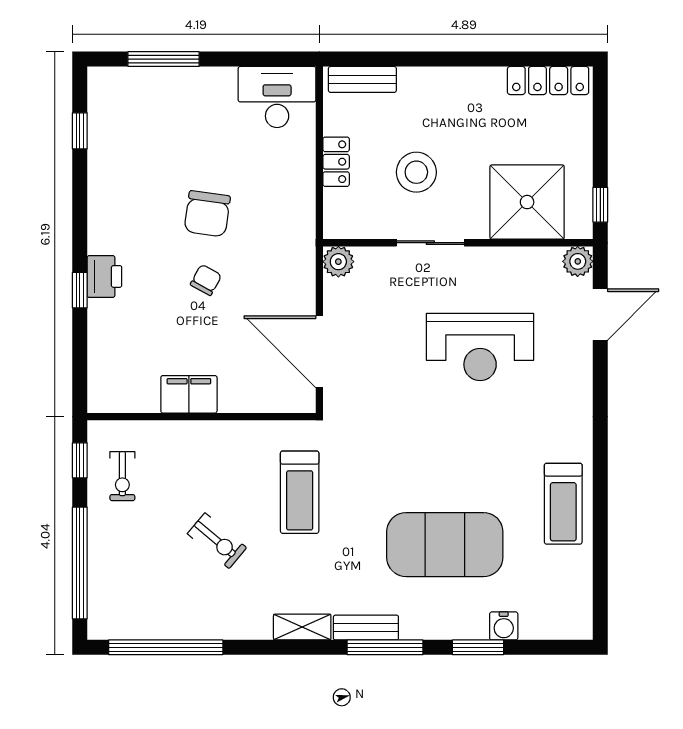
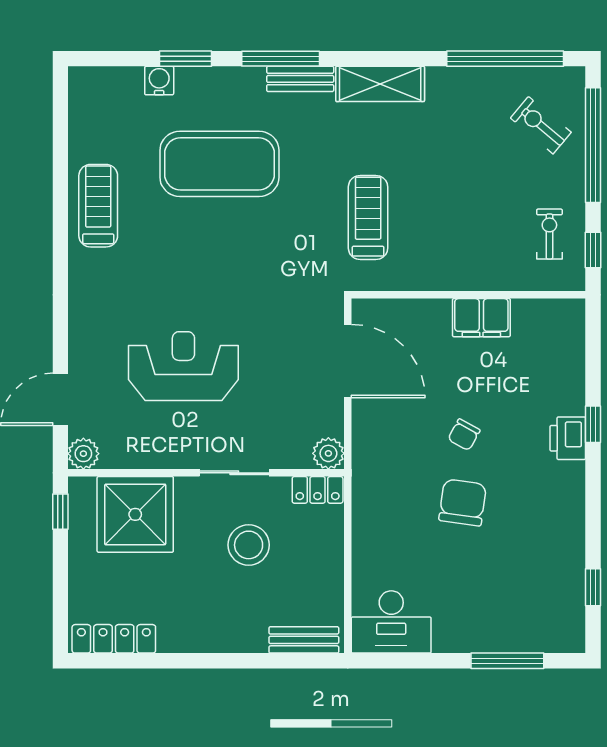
locker: (336, 162) -> (318, 490), moved, turned -90
exercise bike: (217, 541) -> (541, 125), moved
shelving: (302, 627) -> (380, 84), width x1.50, depth x1.33

